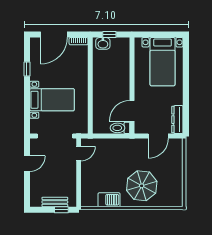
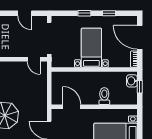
window: (27, 97) -> (84, 13), added
bed with nightstands: (52, 100) -> (91, 48), moved, turned 180
toilet: (120, 128) -> (104, 96), moved

